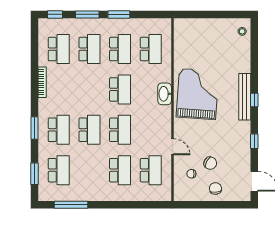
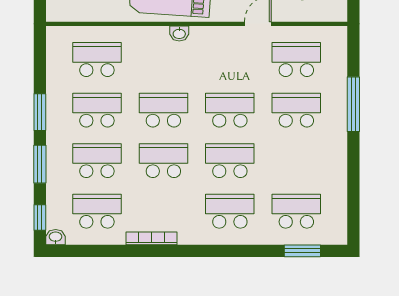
washbasin: (43, 24) -> (56, 237), added
school desk: (89, 89) -> (163, 161), added
washbasin: (165, 94) -> (179, 33), width x0.52, depth x0.69
window: (35, 128) -> (227, 251), removed
window: (71, 205) -> (353, 104), moved

